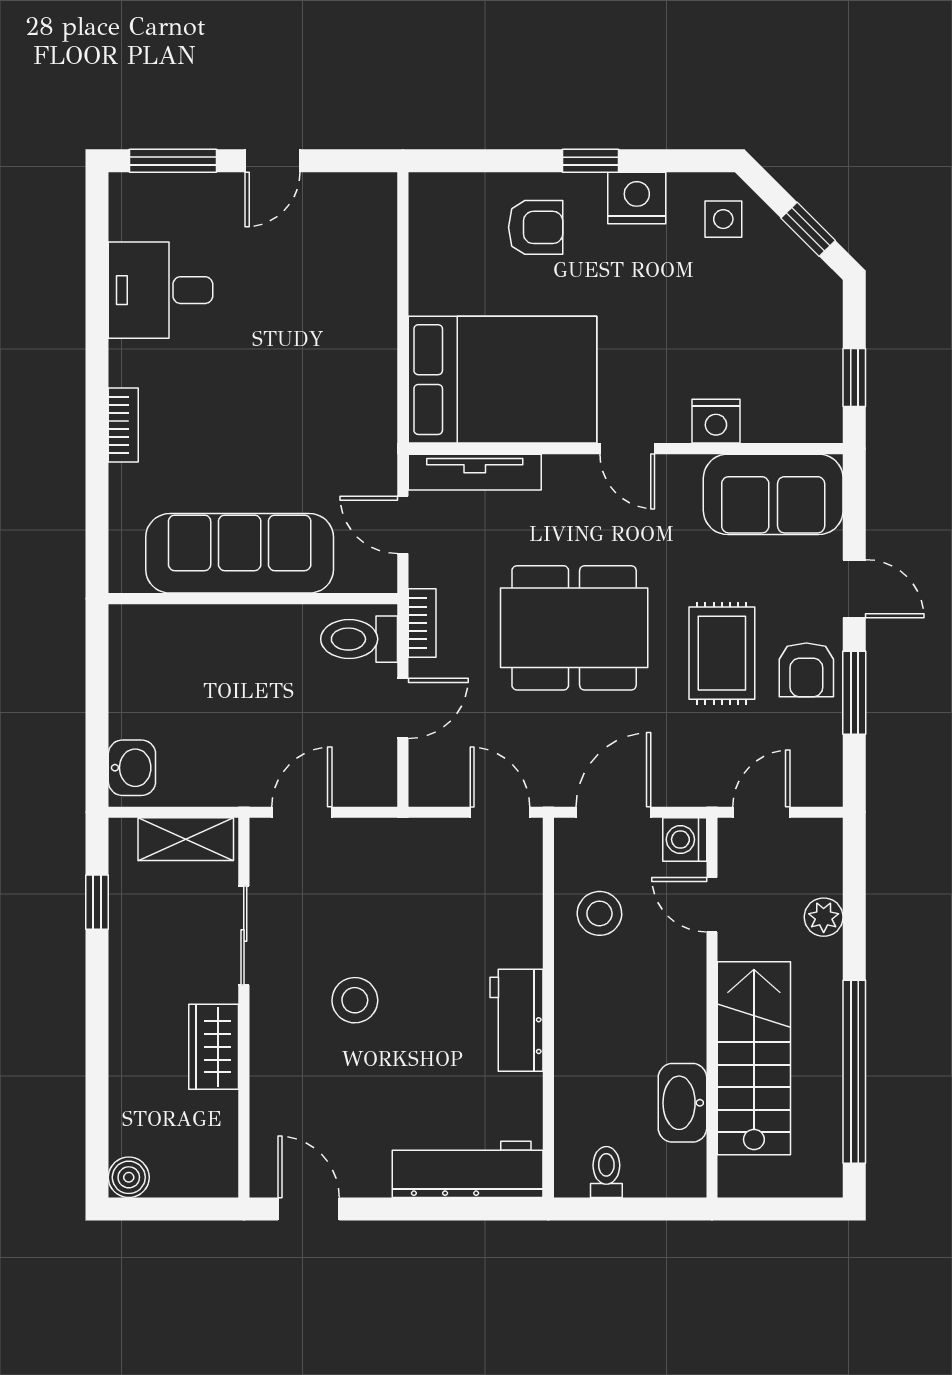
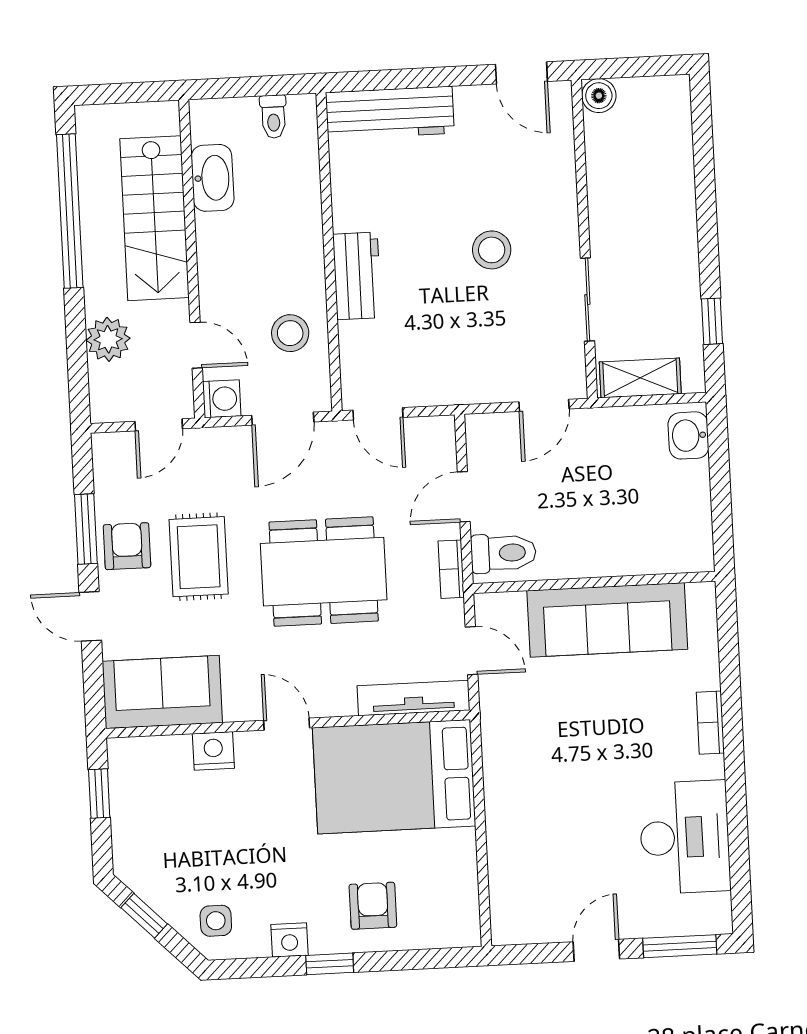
nightstand: (637, 198) -> (290, 940), width x0.74, depth x0.75
armchair: (536, 227) -> (373, 906), turned 90
desk: (160, 290) -> (685, 837), width x1.37
plant: (824, 917) -> (108, 339), width x1.38, depth x1.38
workbench: (516, 1020) -> (357, 276), moved
wardrobe: (214, 1047) -> (608, 205), removed
boiler: (129, 1177) -> (599, 96), moved

